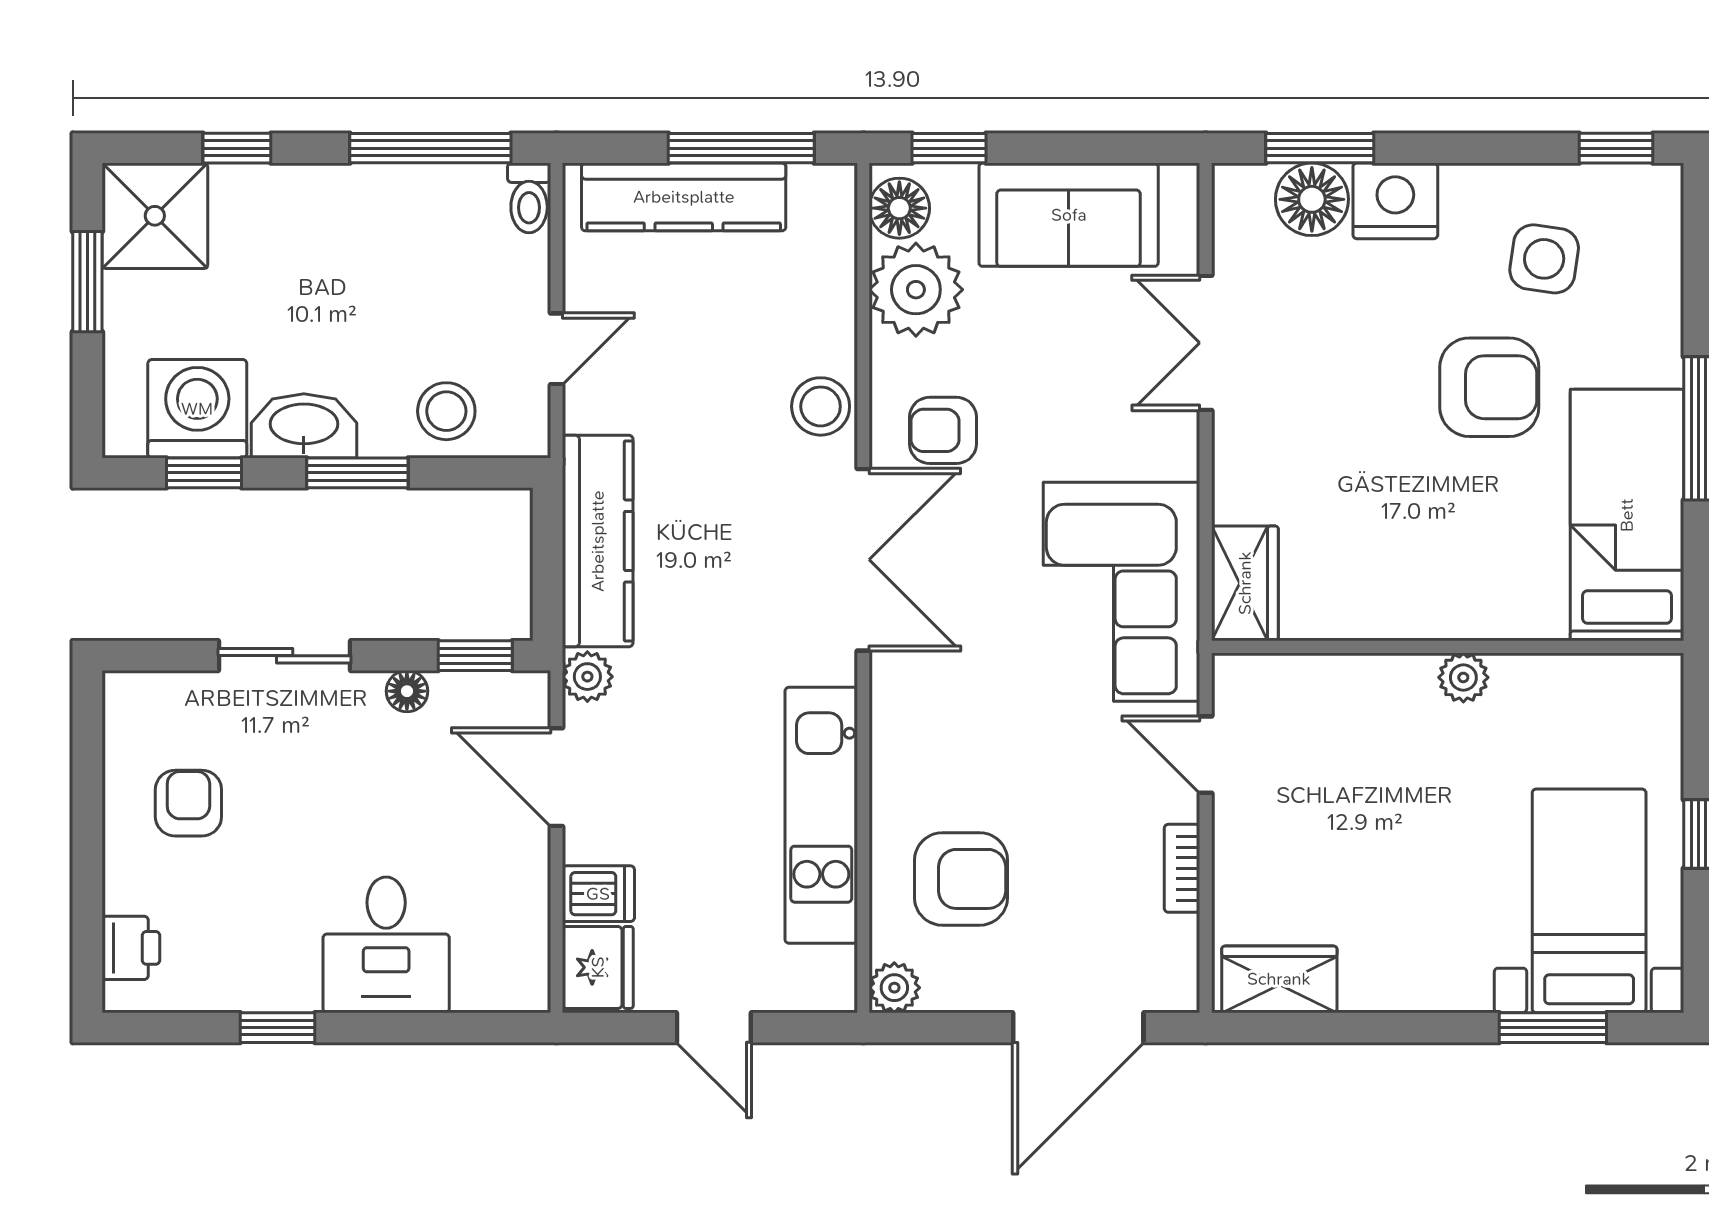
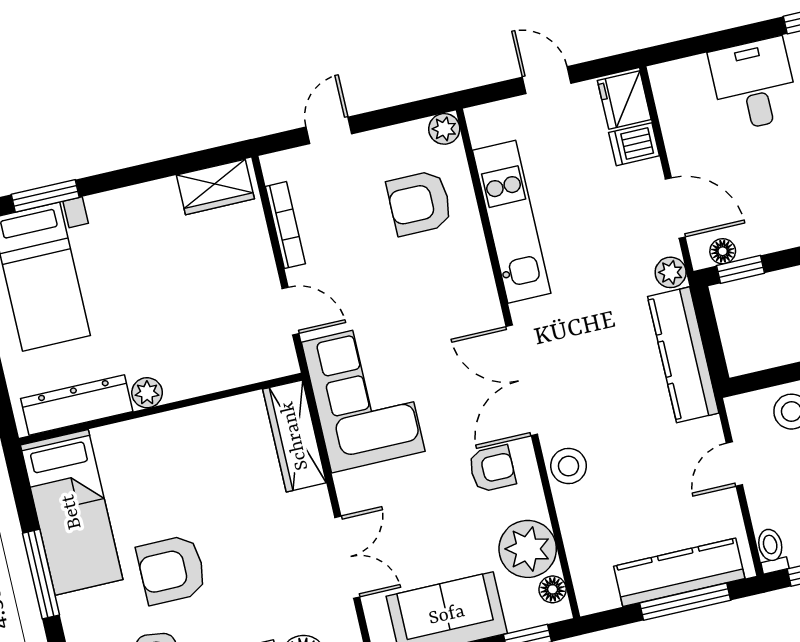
window: (741, 148) -> (685, 602), moved
floor lamp: (899, 208) -> (553, 589), width x0.73, depth x0.73
wardrobe: (1245, 583) -> (295, 436), width x1.50
dresser: (1580, 684) -> (77, 405), added
floor lamp: (407, 691) -> (723, 251), moved
bookcase: (1182, 868) -> (285, 225), width x1.56
door: (1078, 1028) -> (329, 130), width x0.53

